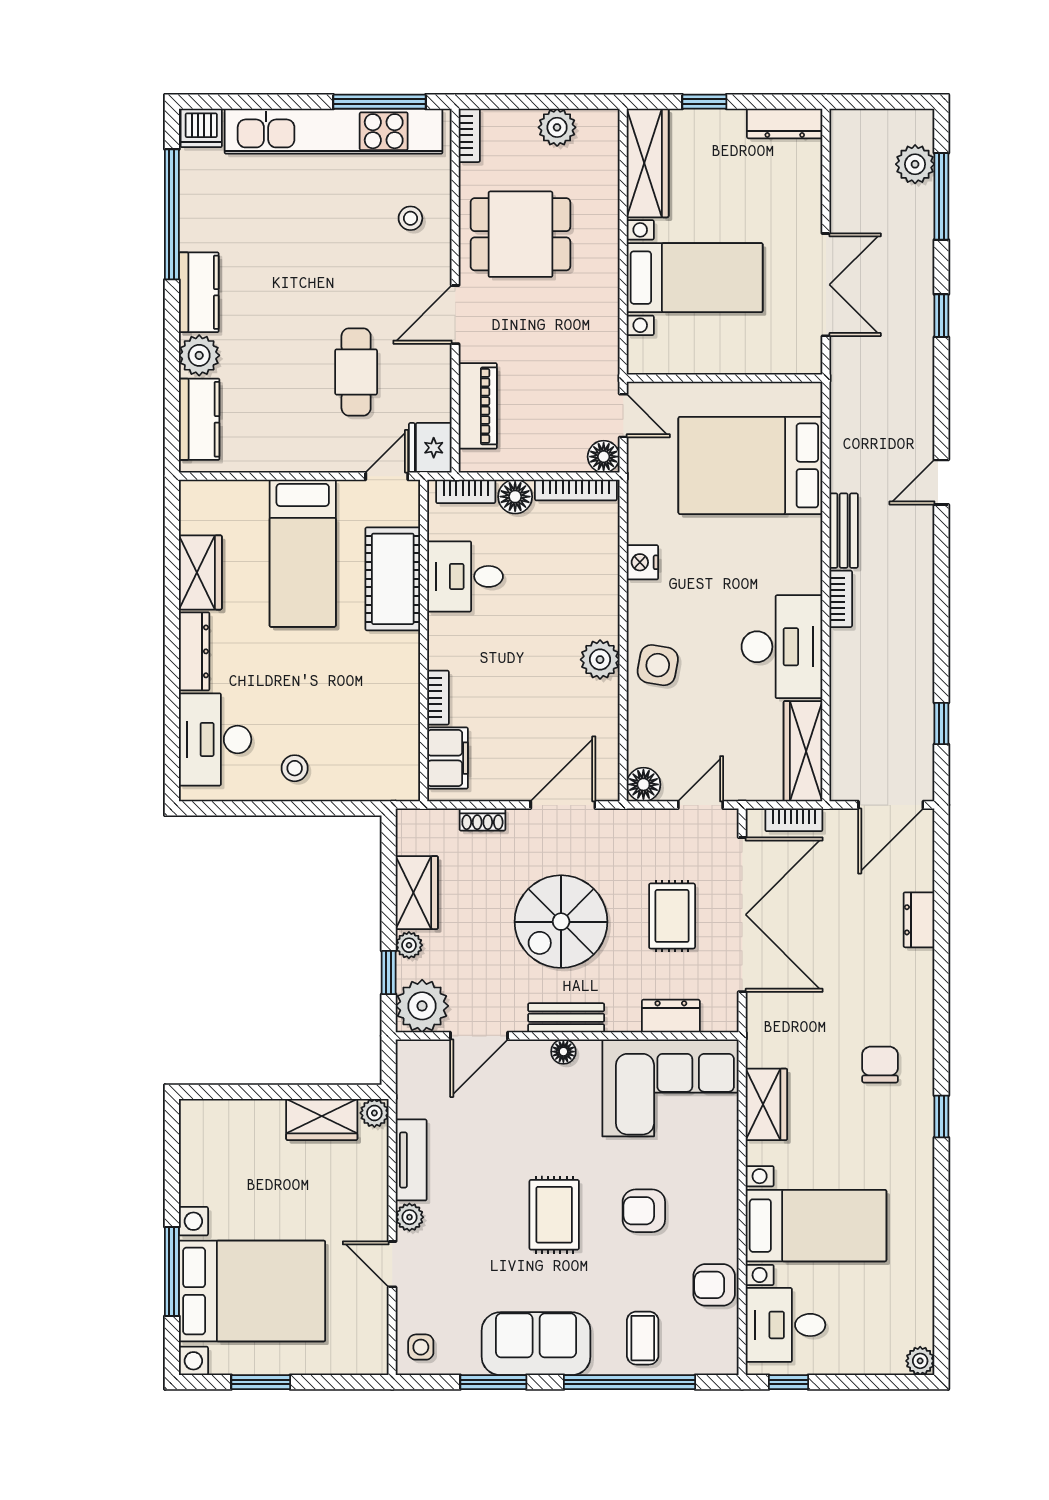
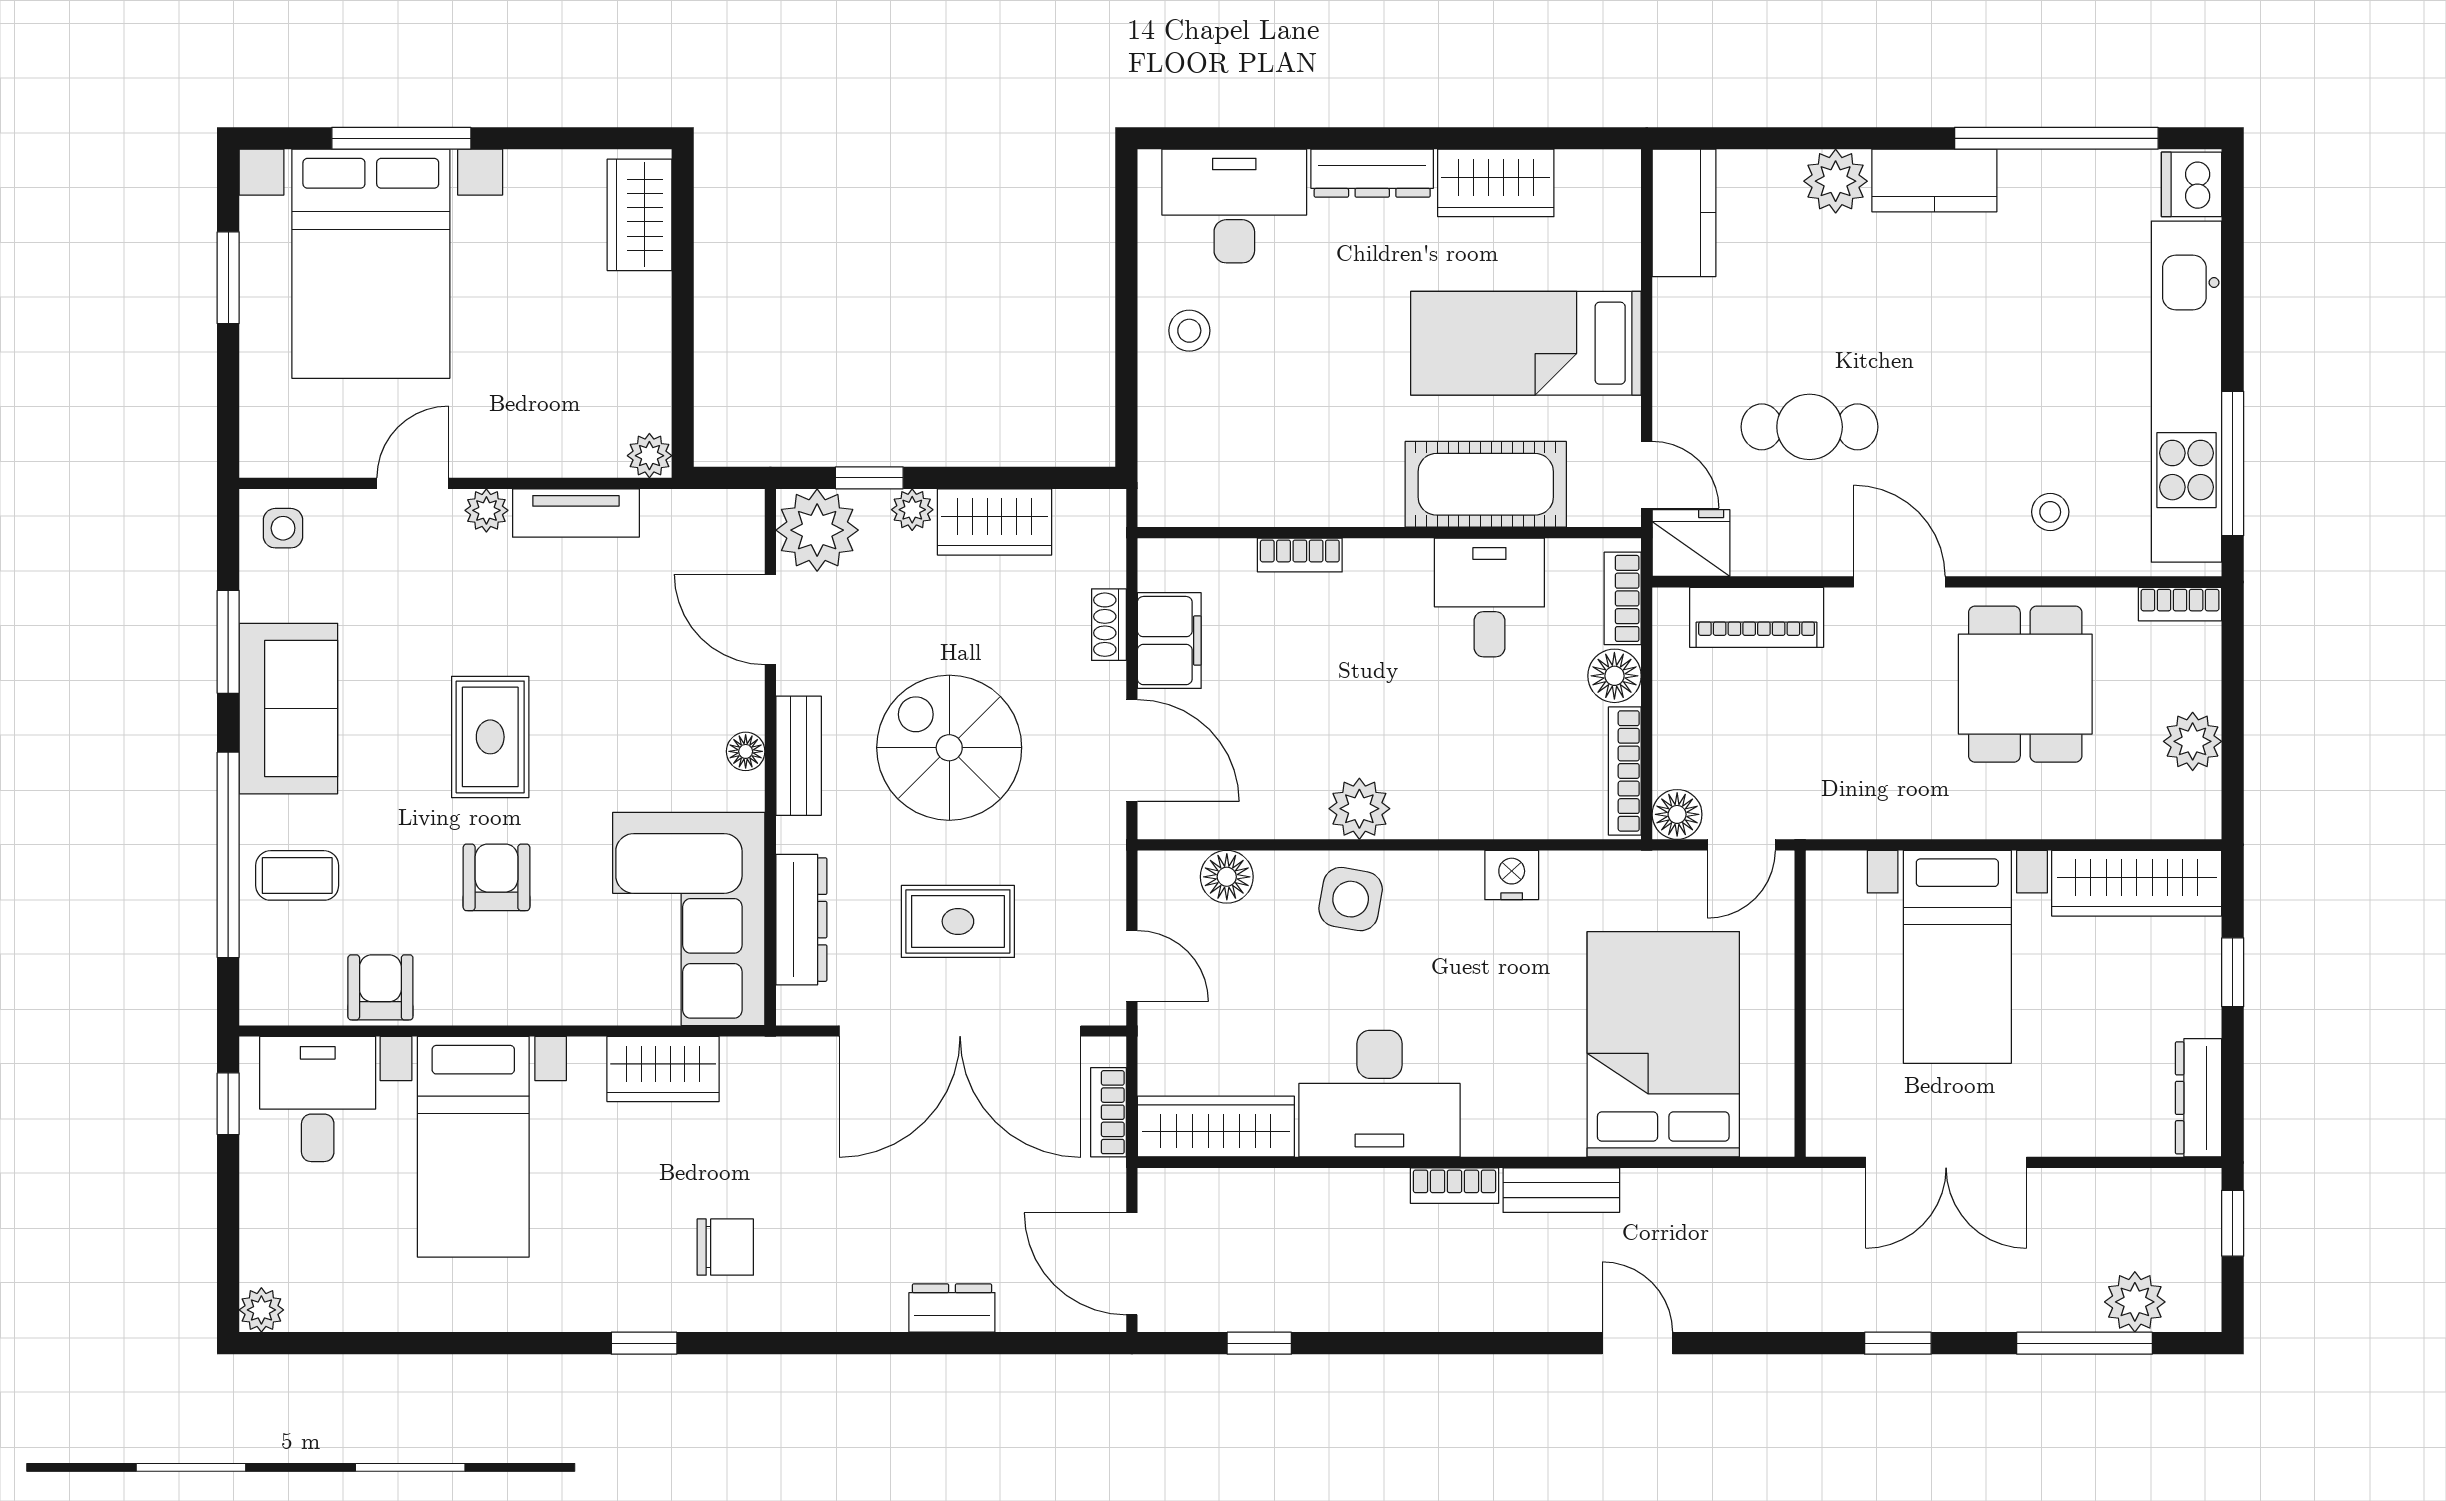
window: (865, 102) -> (2233, 1223), added
kitchen counter: (199, 419) -> (1684, 213), moved, turned -90
filing cabinet: (448, 758) -> (1169, 641), moved, turned -90
floor lamp: (643, 784) -> (1227, 877), moved
dresser: (671, 1016) -> (801, 920), width x1.44
wardrobe: (322, 1119) -> (639, 215), moved
rug: (554, 1215) -> (490, 737), turned 90

